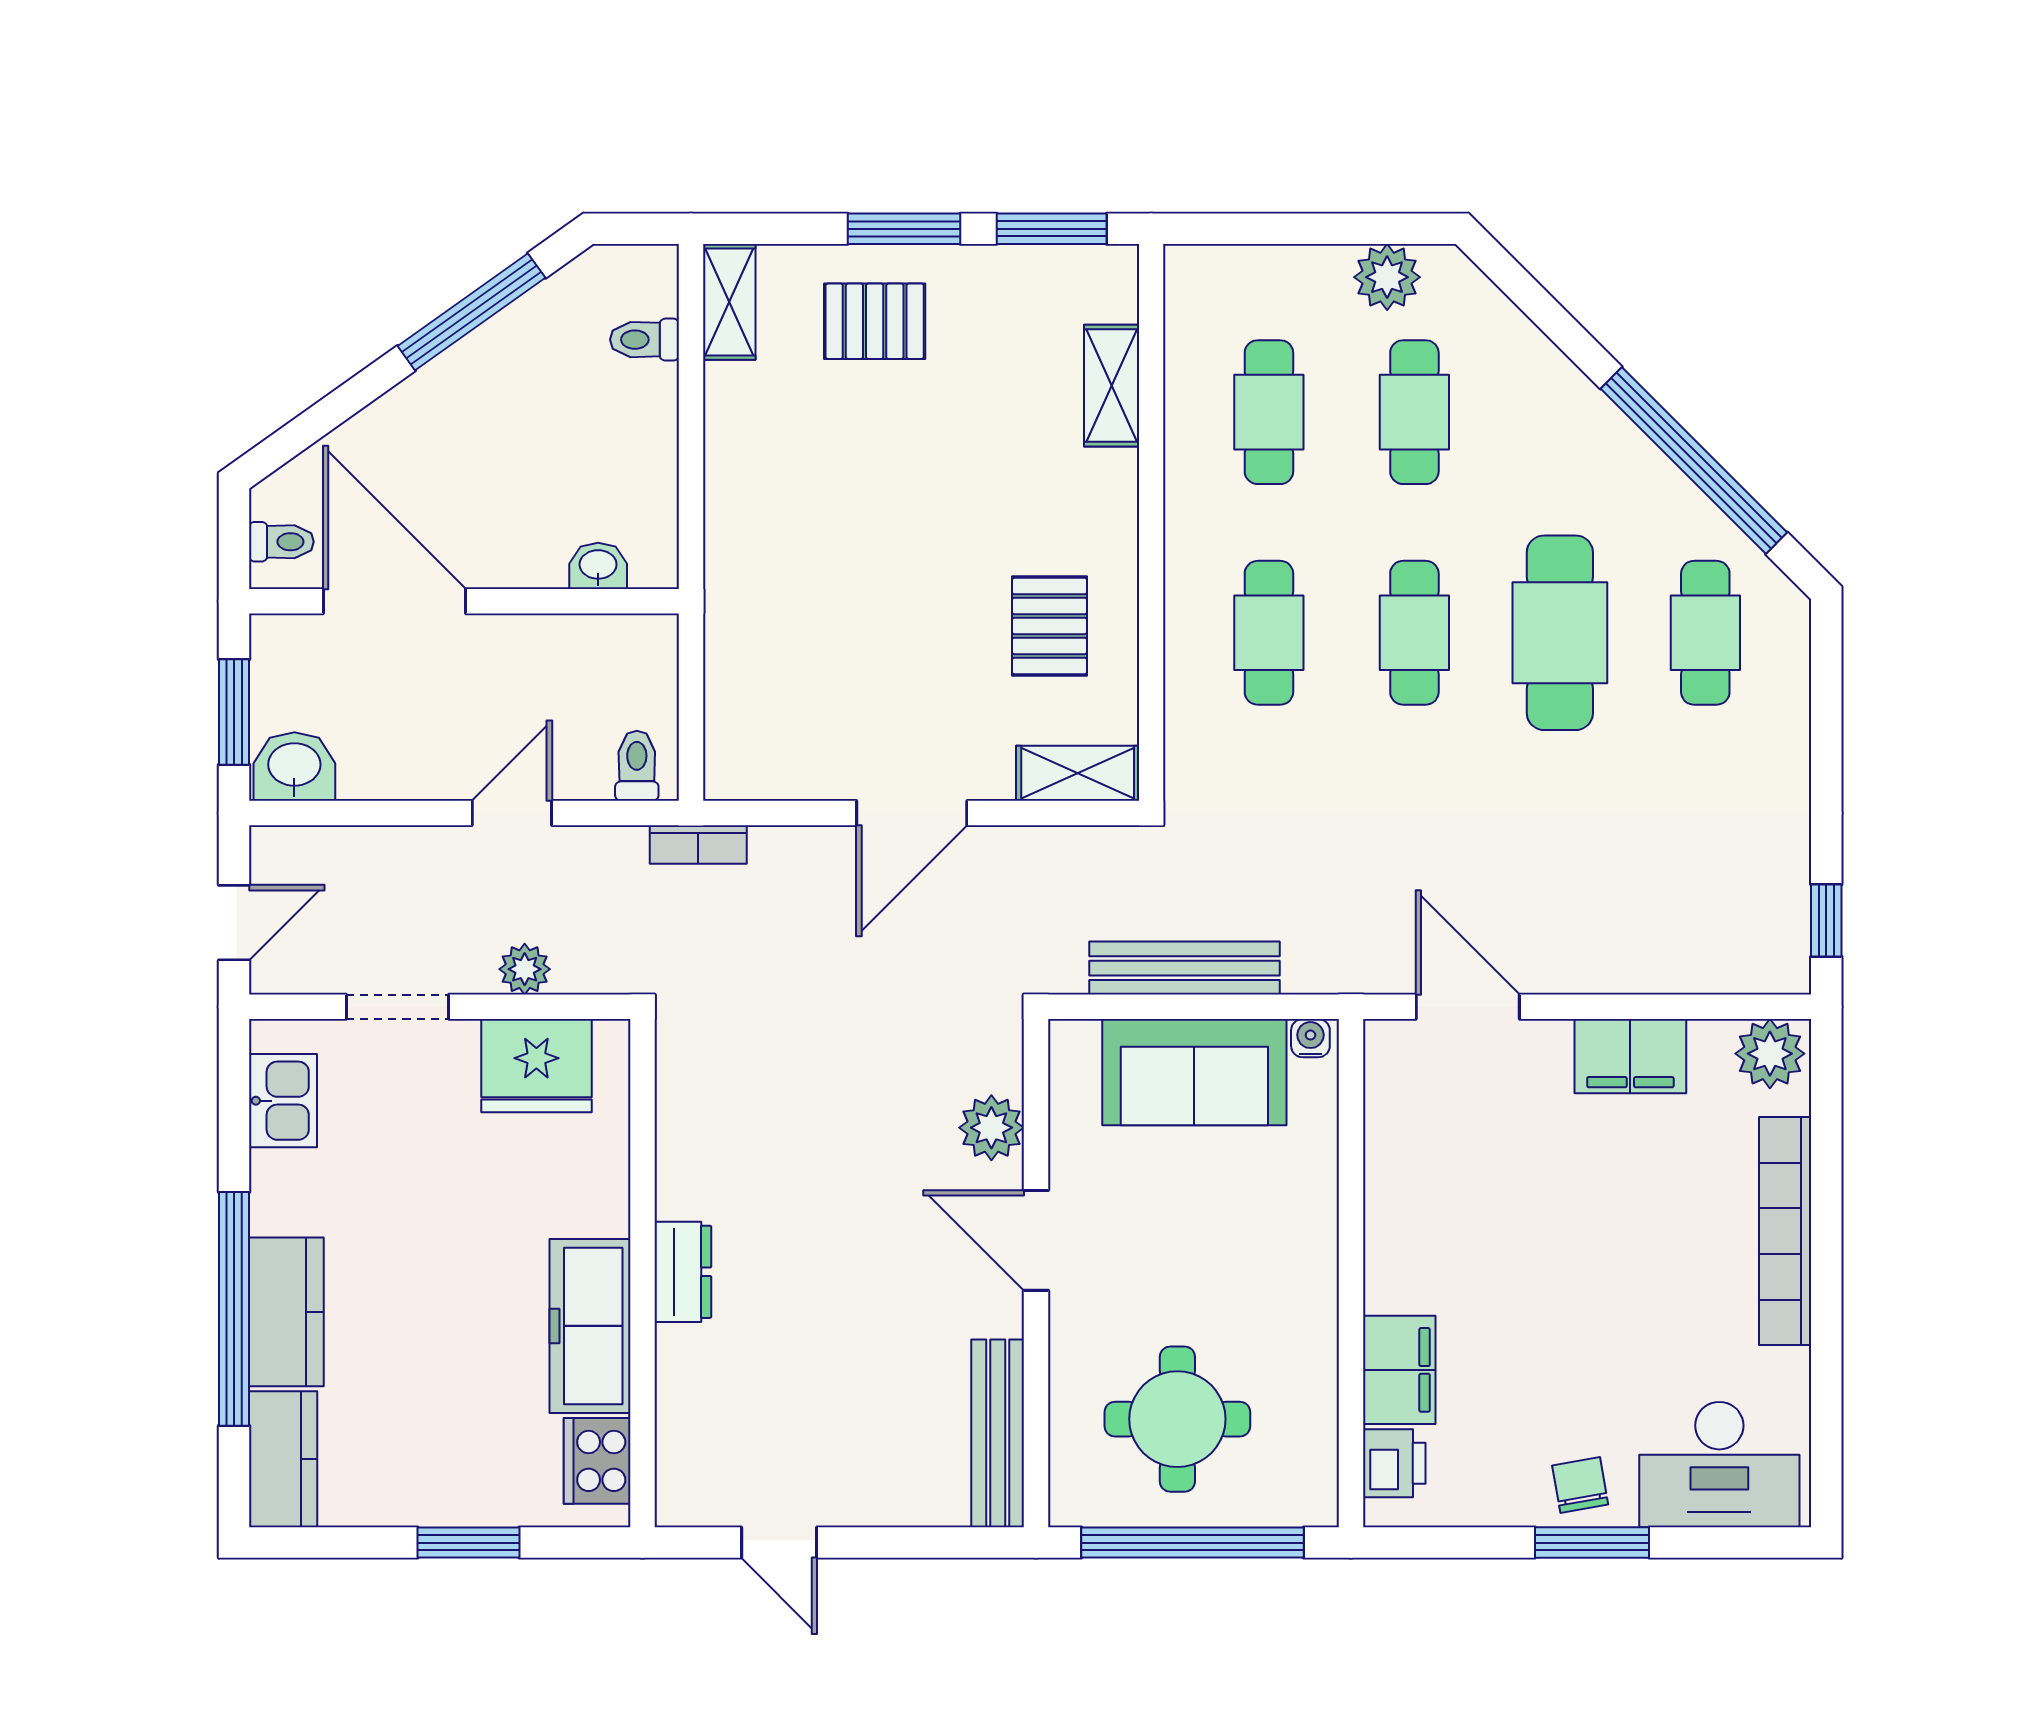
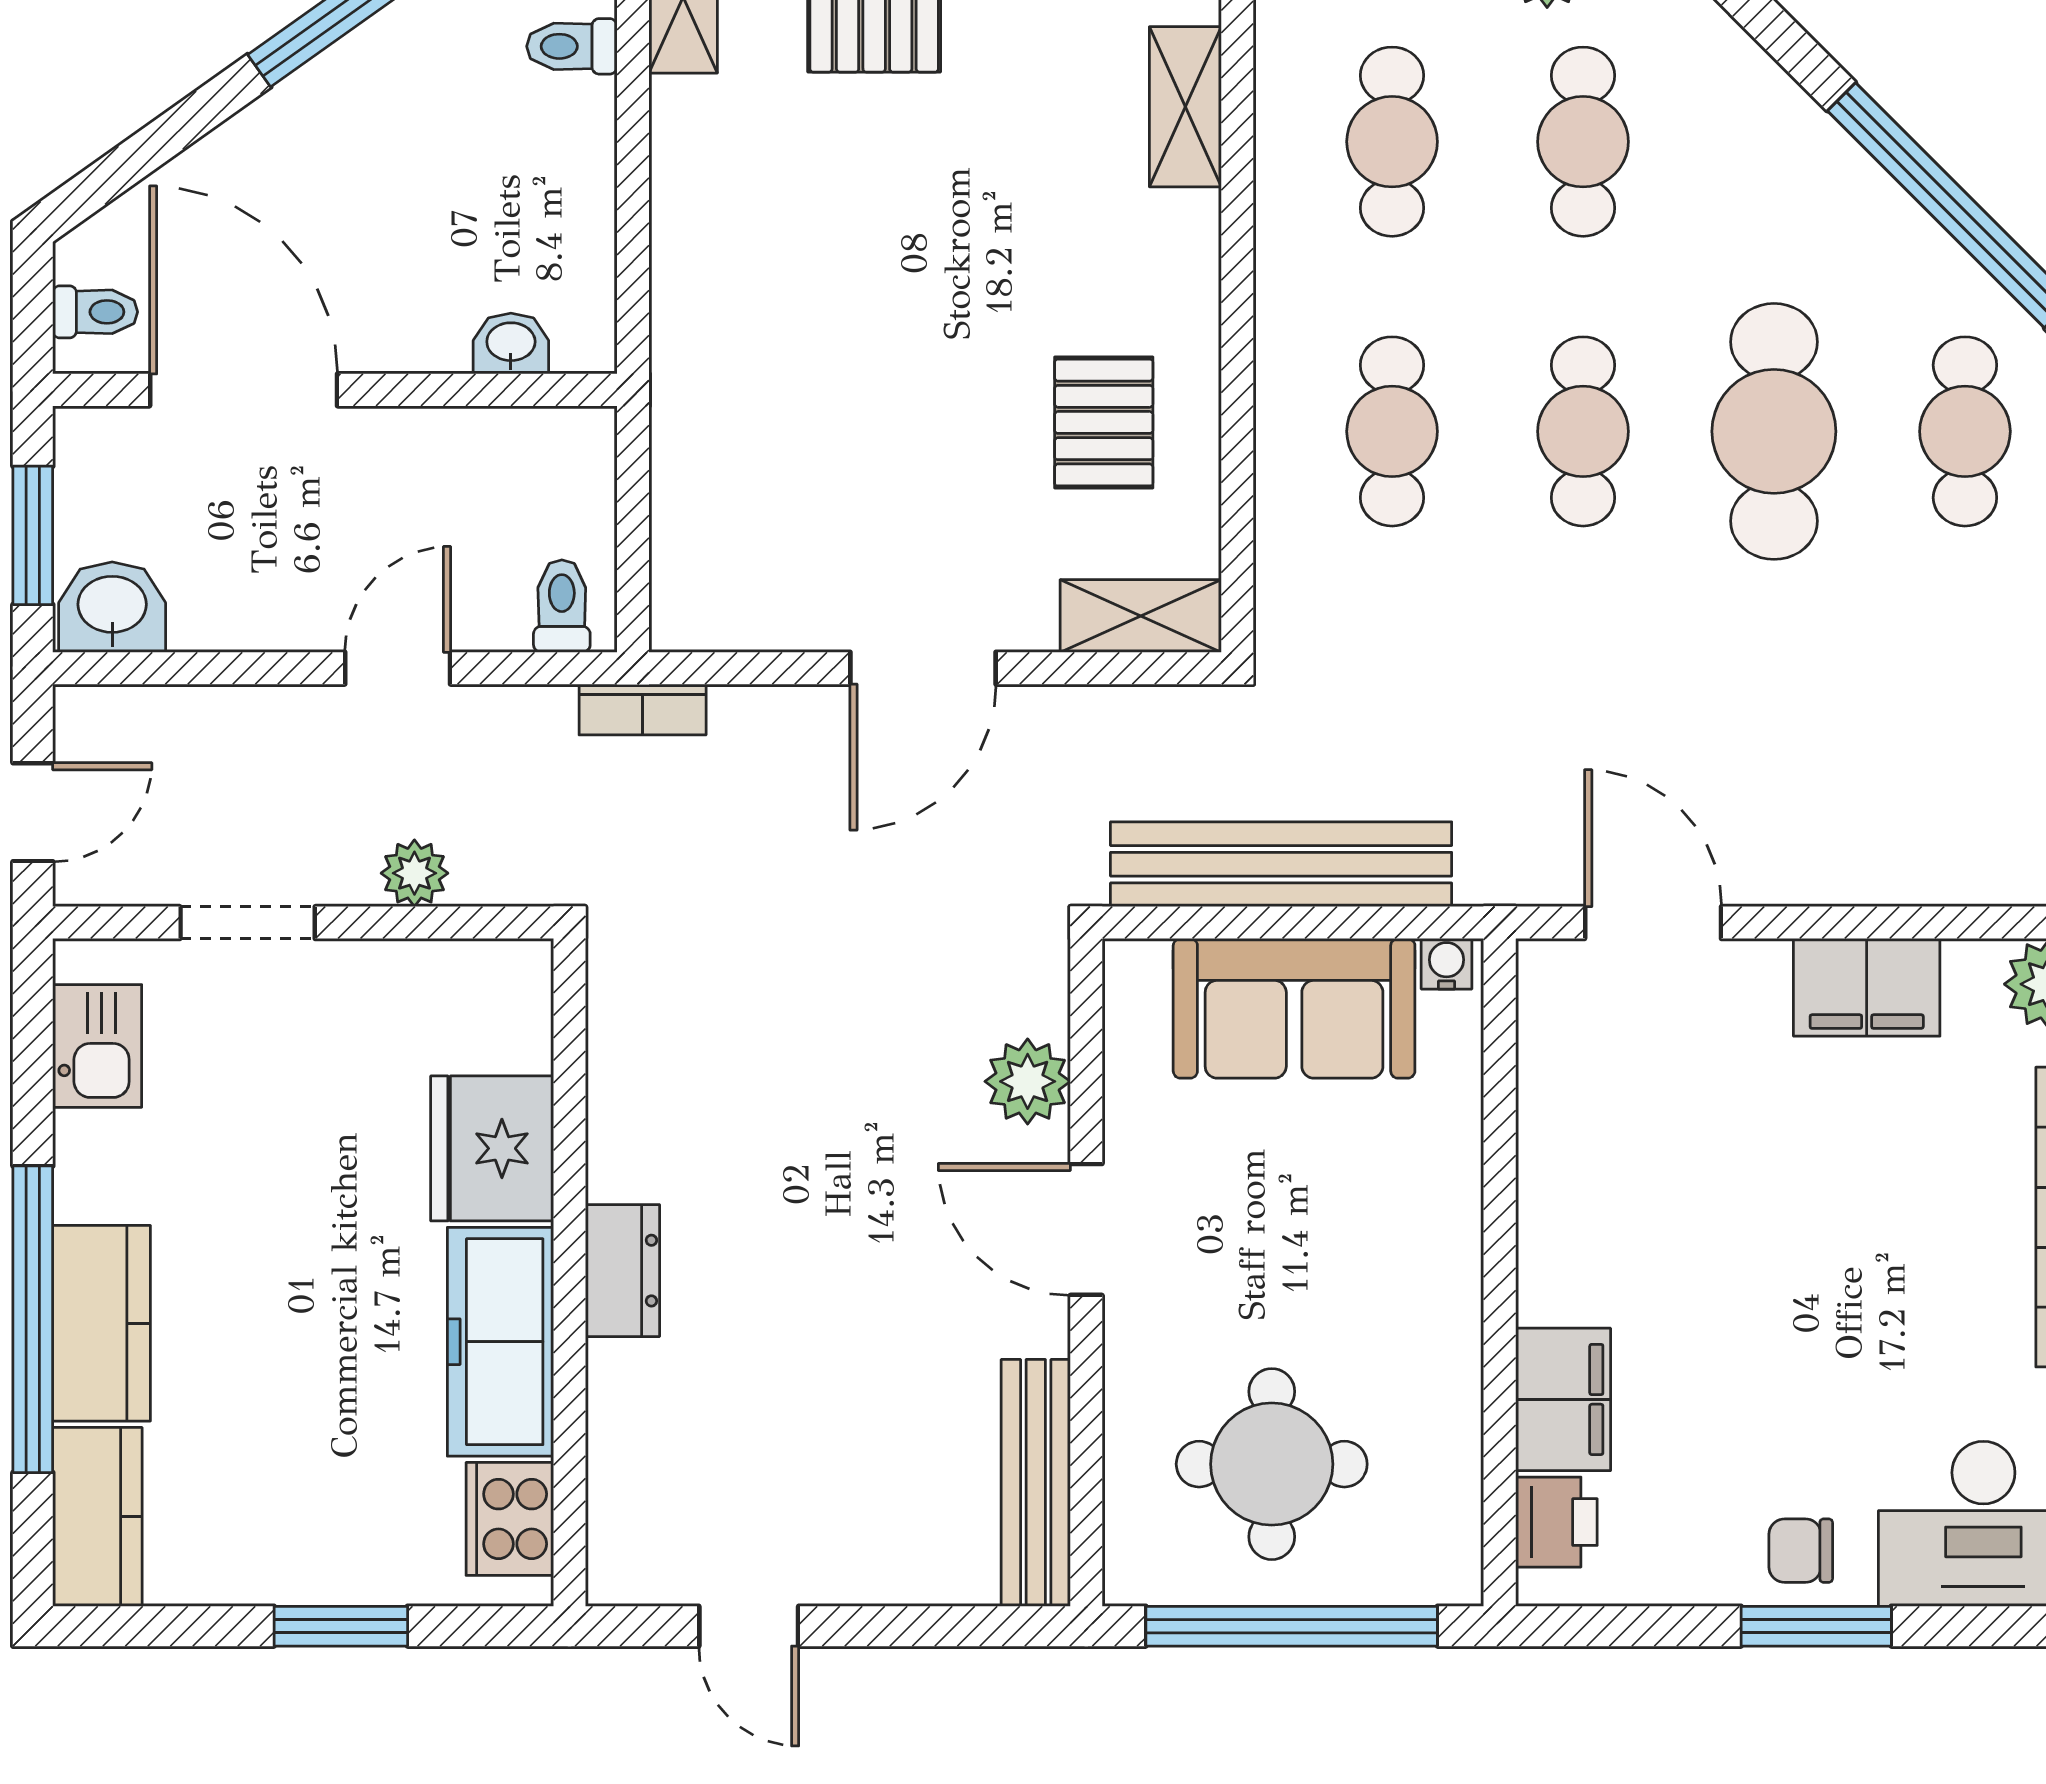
bench: (1184, 968) -> (1281, 864), width x1.37, depth x1.21
fridge: (536, 1066) -> (492, 1148), moved, turned 90
chair: (1580, 1485) -> (1801, 1551), turned -80

